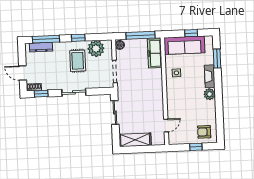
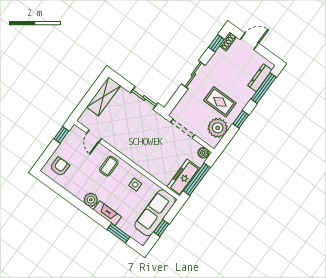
freezer: (155, 53) -> (183, 178), moved, turned -90
coffee table: (178, 100) -> (109, 166), added
window: (196, 147) -> (61, 135), moved

